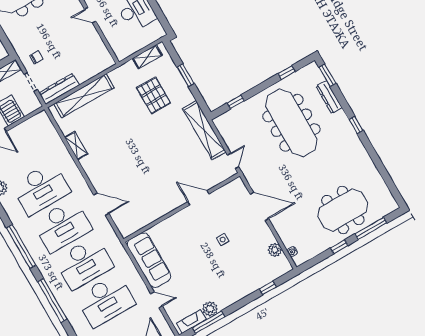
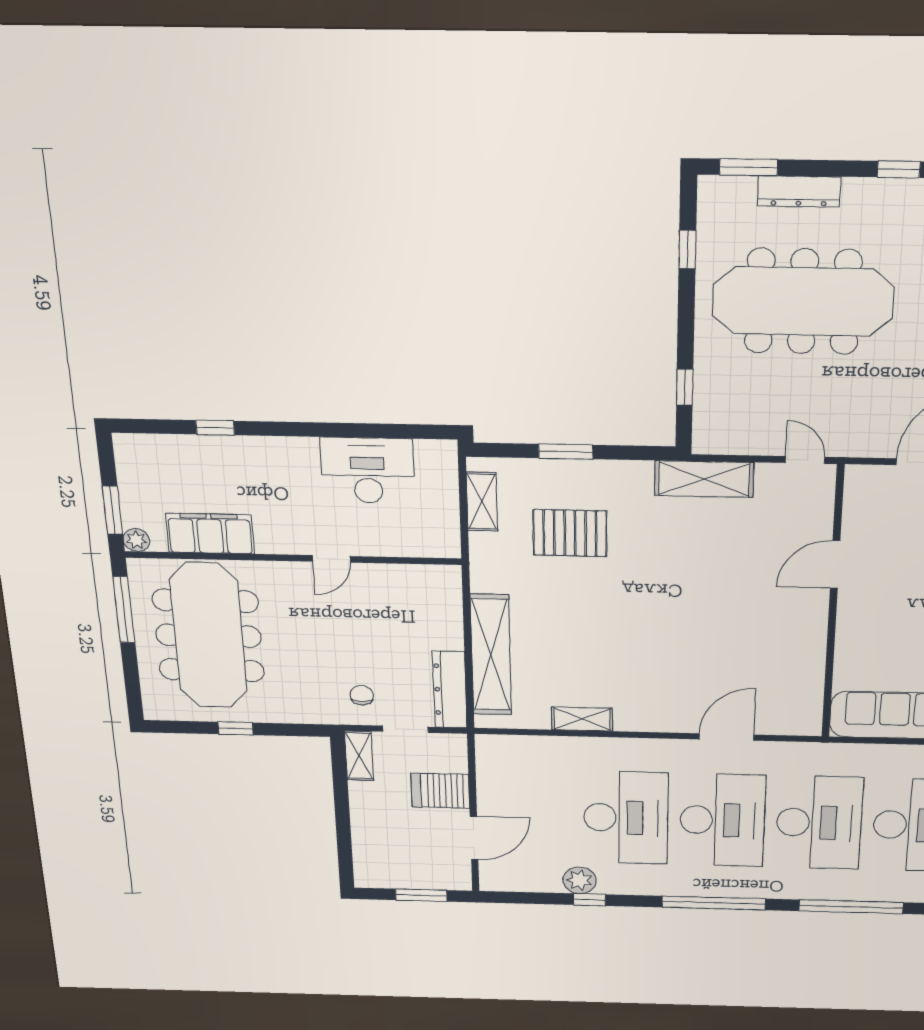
shelving: (204, 130) -> (704, 479), width x0.68

